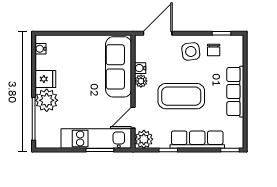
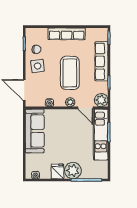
sofa: (119, 67) -> (35, 131), moved, turned -90
plant: (141, 81) -> (70, 102), moved

